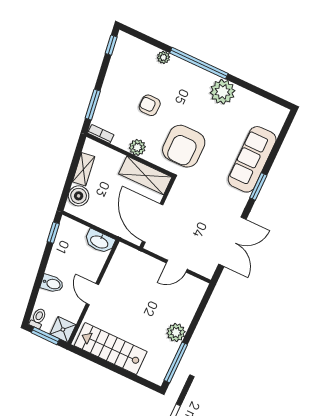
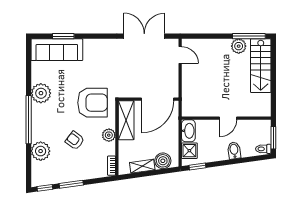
plant: (163, 57) -> (41, 151), width x1.87, depth x1.87
window: (93, 105) -> (71, 184), moved
armchair: (150, 105) -> (75, 140), turned 127
sofa: (252, 159) -> (57, 50), moved
window: (258, 187) -> (63, 36), moved
door: (177, 266) -> (180, 55), moved
shower: (63, 330) -> (189, 151), moved
plant: (176, 333) -> (239, 46), moved
stairs: (111, 349) -> (261, 66), moved

